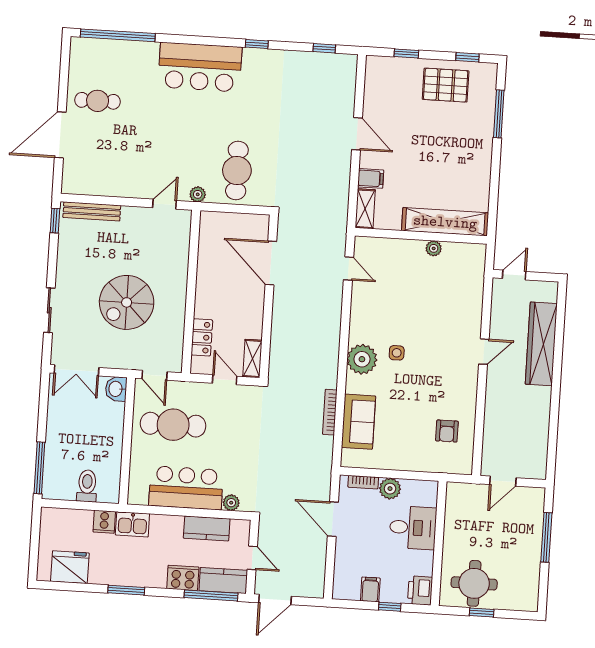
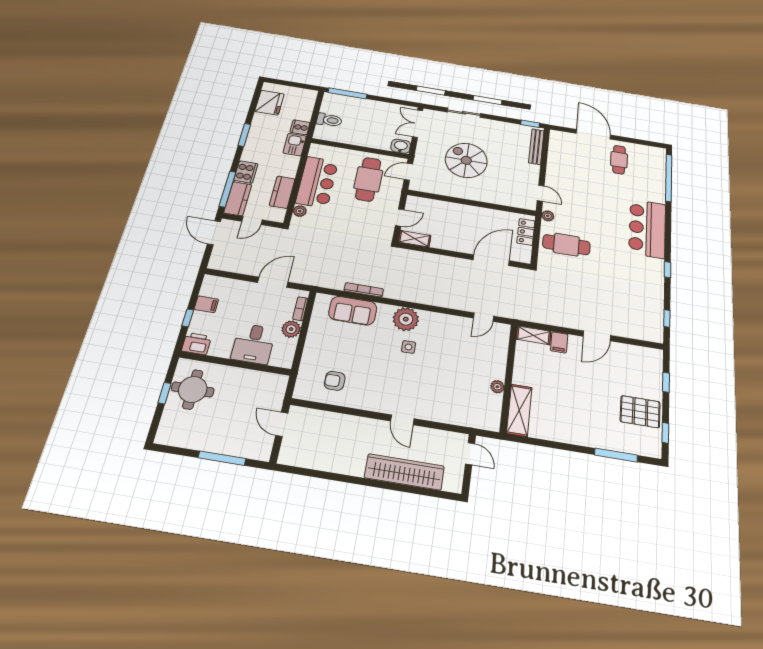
pallet: (446, 85) -> (640, 412), turned 90
shelving: (445, 222) -> (519, 410), width x0.68
locker: (202, 337) -> (526, 232), moved, turned 90

